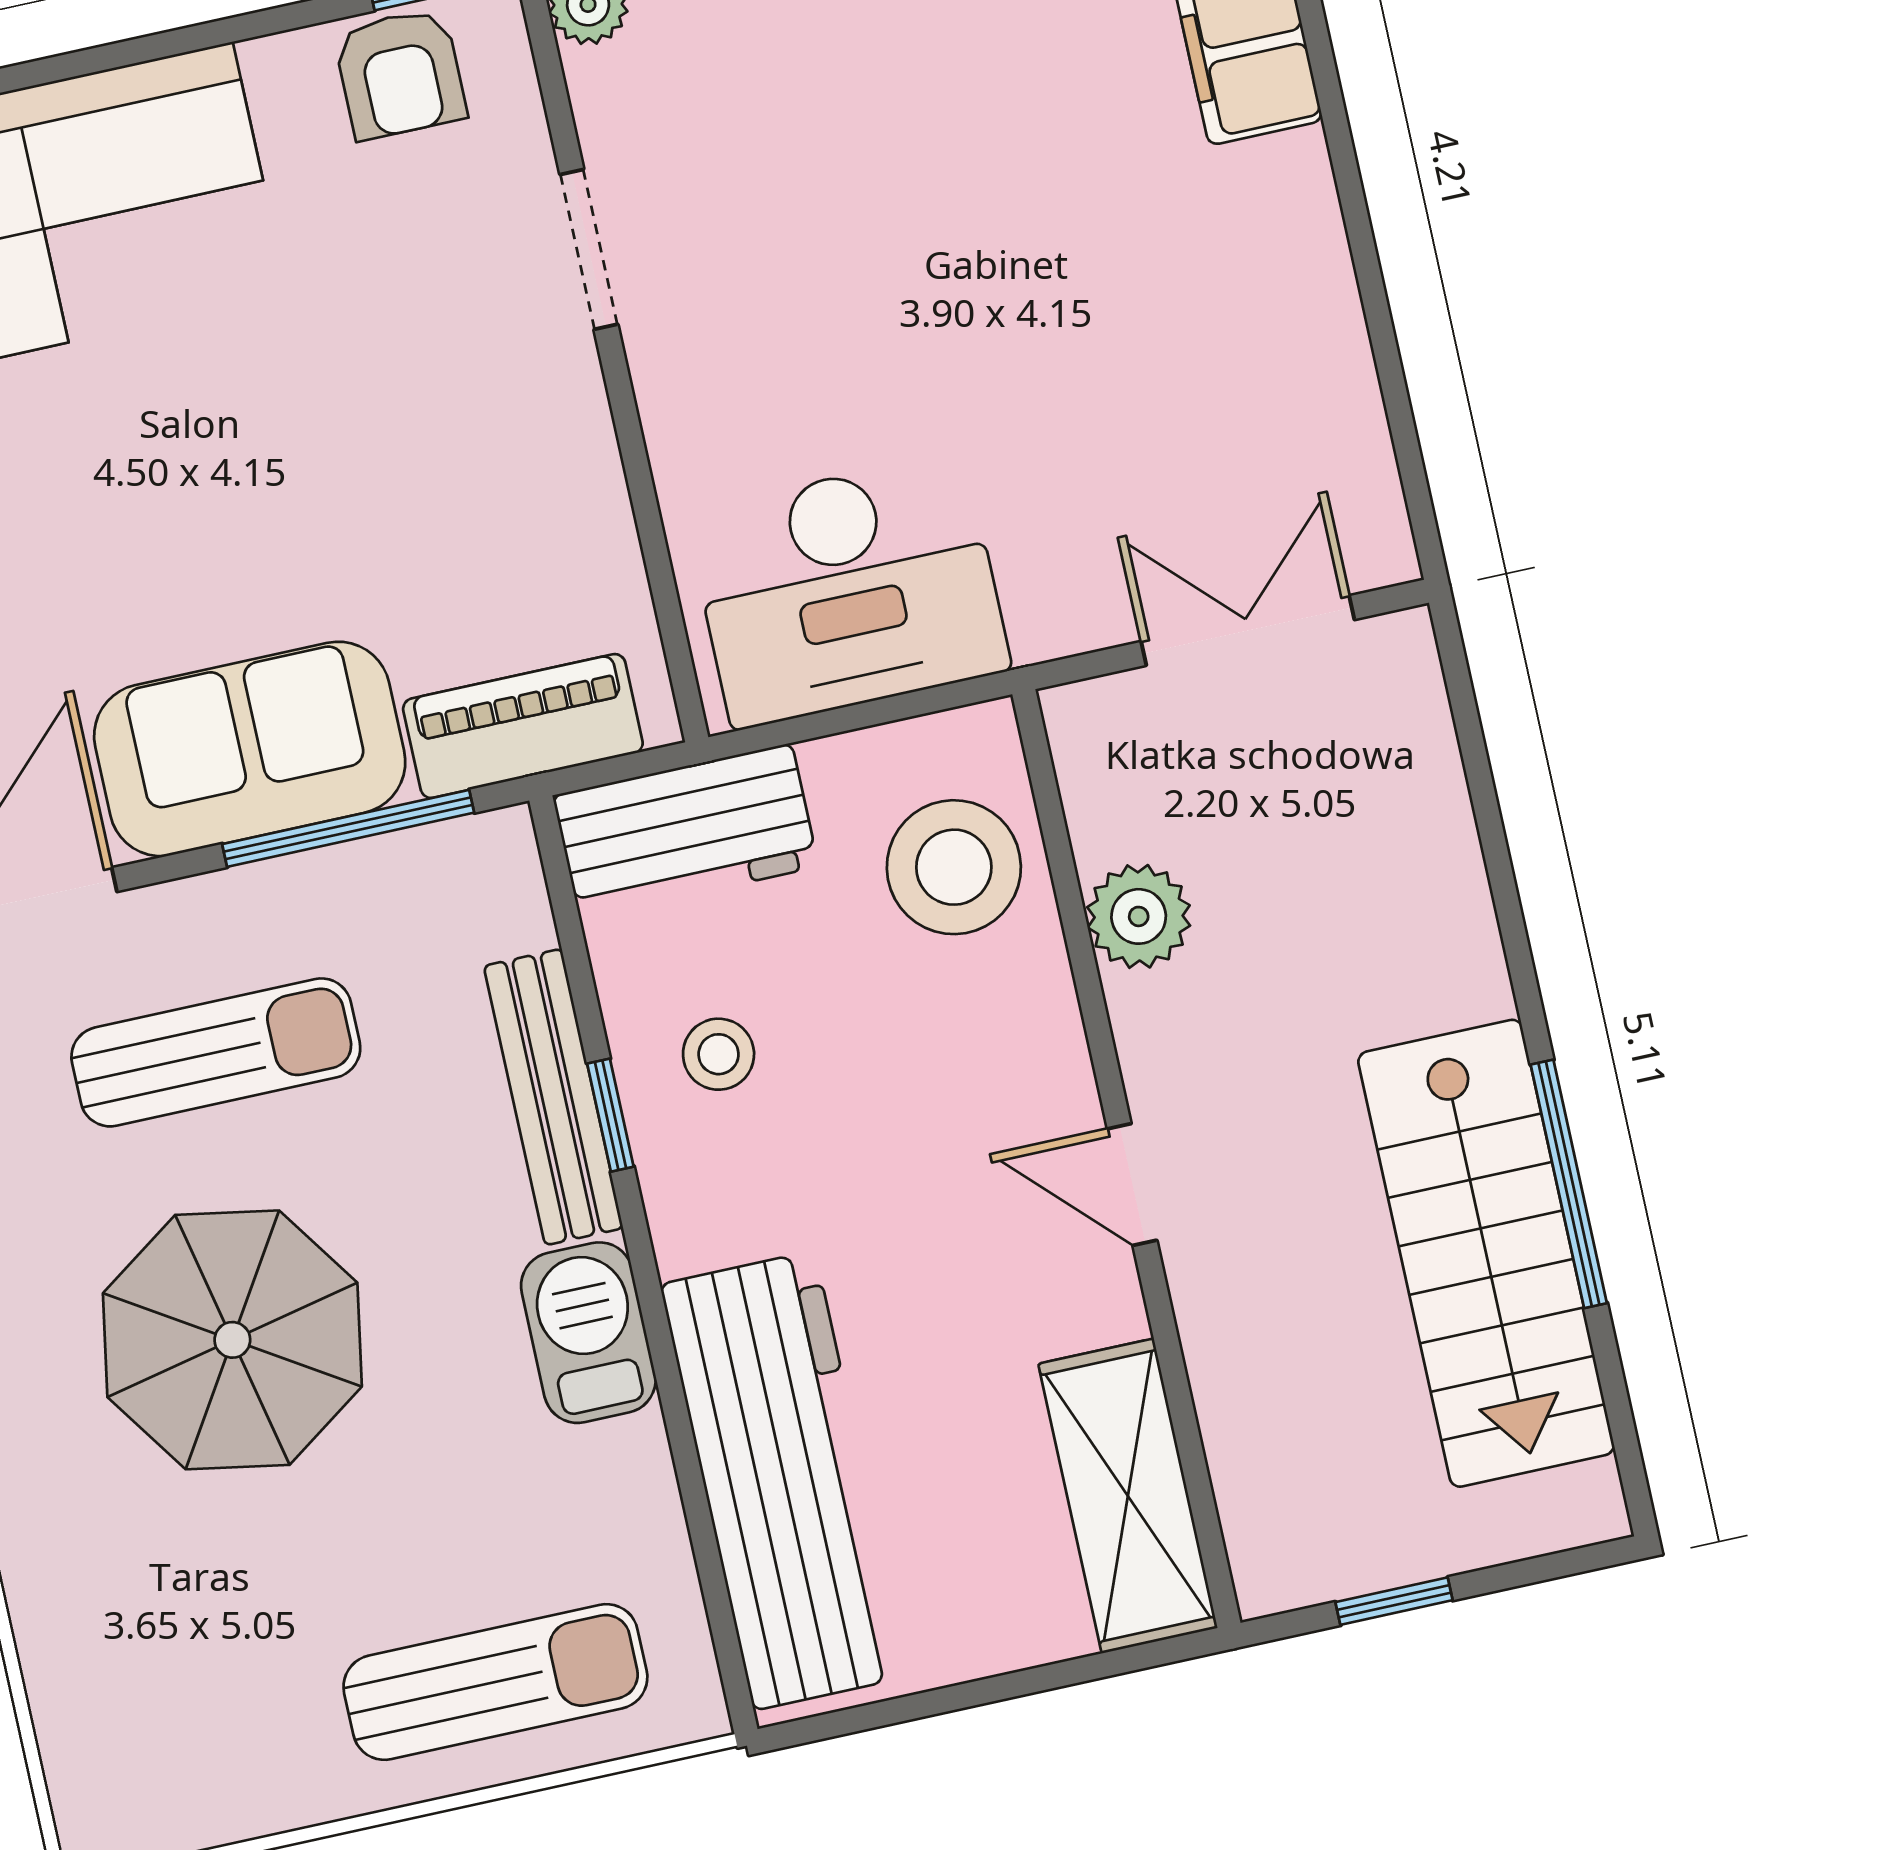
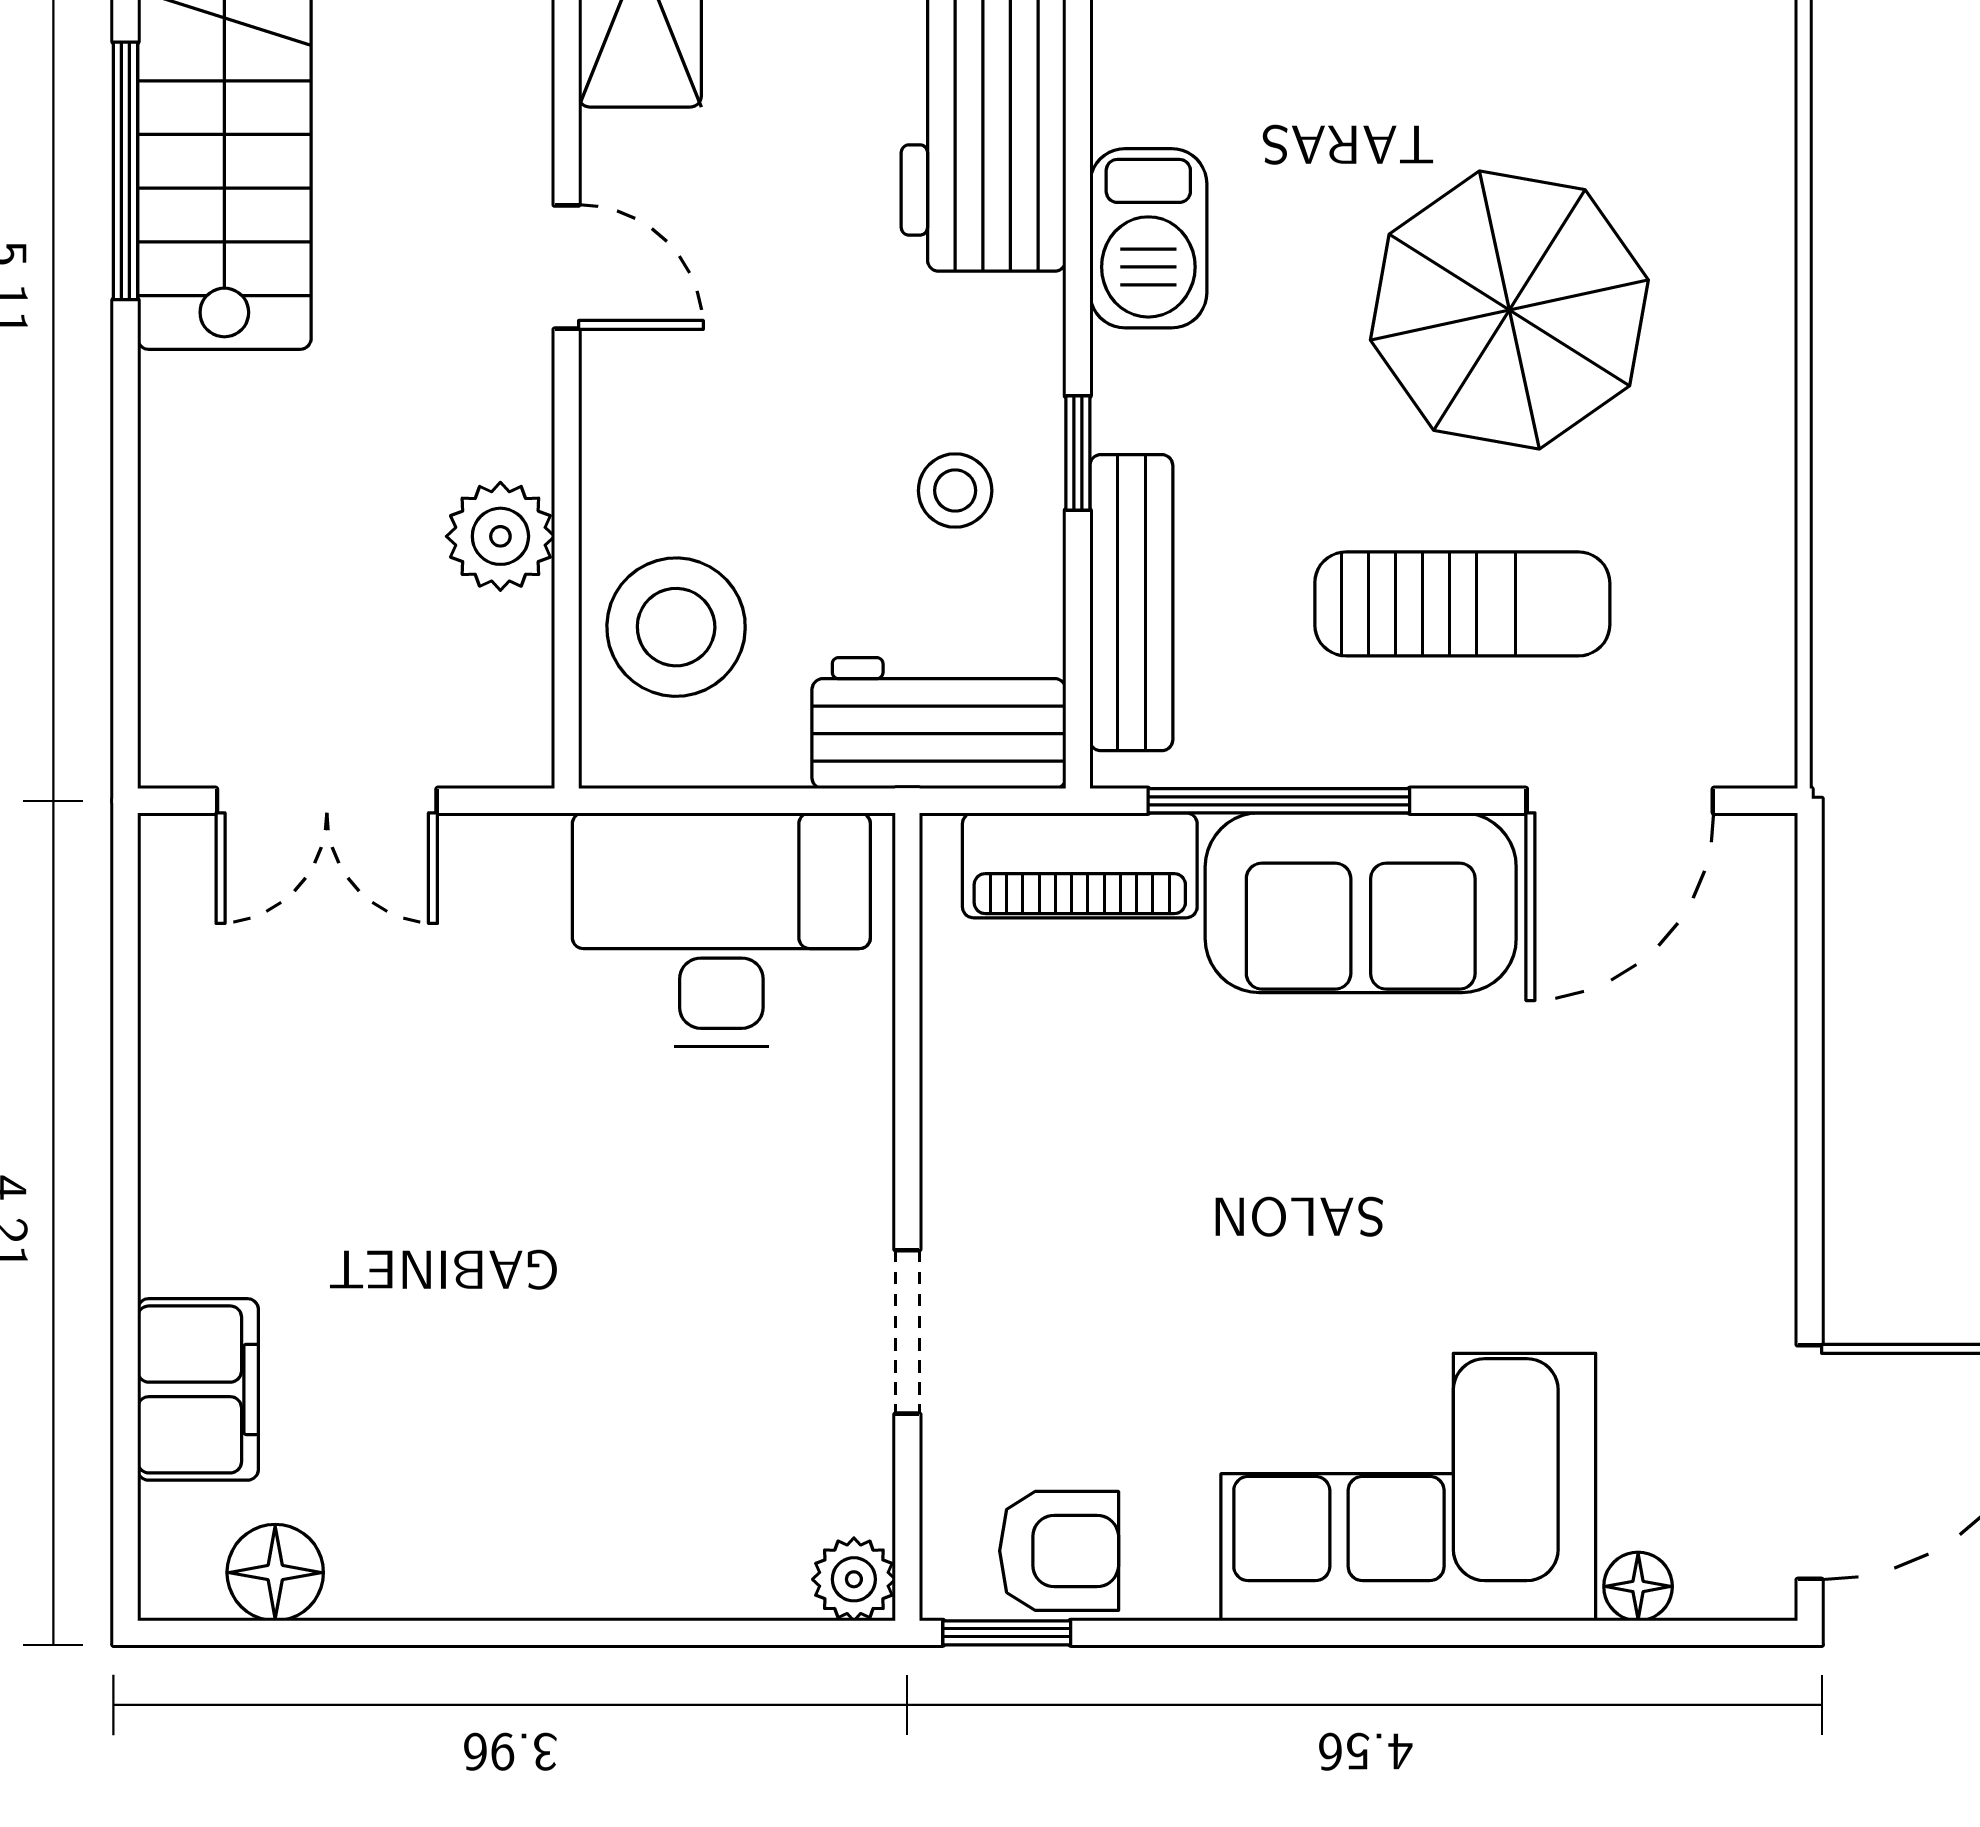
armchair: (400, 74) -> (1059, 1551), turned 90
sun lounger: (216, 1052) -> (1462, 604), turned 180
bench: (553, 1097) -> (1131, 603), moved

